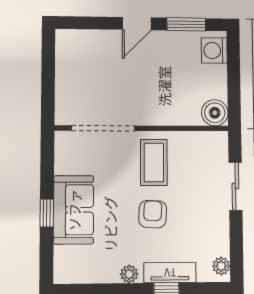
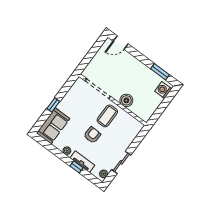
door: (137, 24) -> (121, 43), moved
boiler: (215, 113) -> (126, 100), moved
sliding door: (235, 186) -> (121, 162), moved
sofa: (74, 210) -> (53, 126), moved

